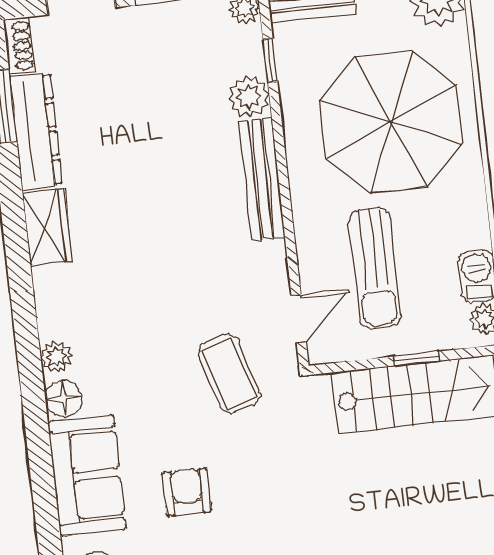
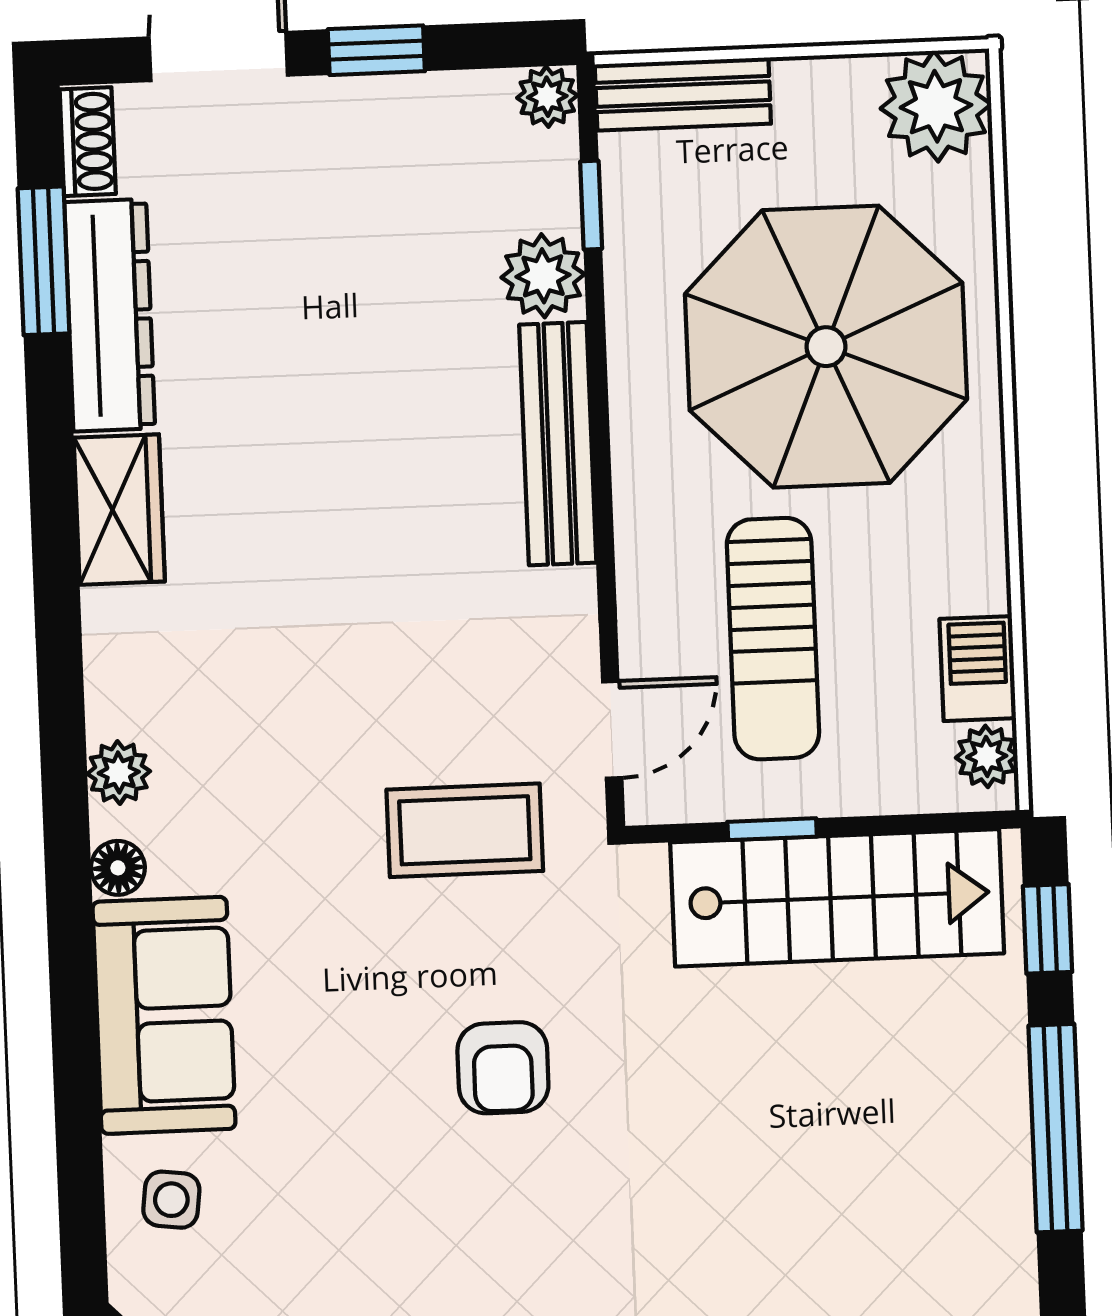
window: (417, 358) -> (772, 829), moved
coffee table: (229, 374) -> (465, 830), turned -73
floor lamp: (63, 399) -> (118, 868), width x0.73, depth x0.73
armchair: (187, 492) -> (503, 1068), moved, turned 180

